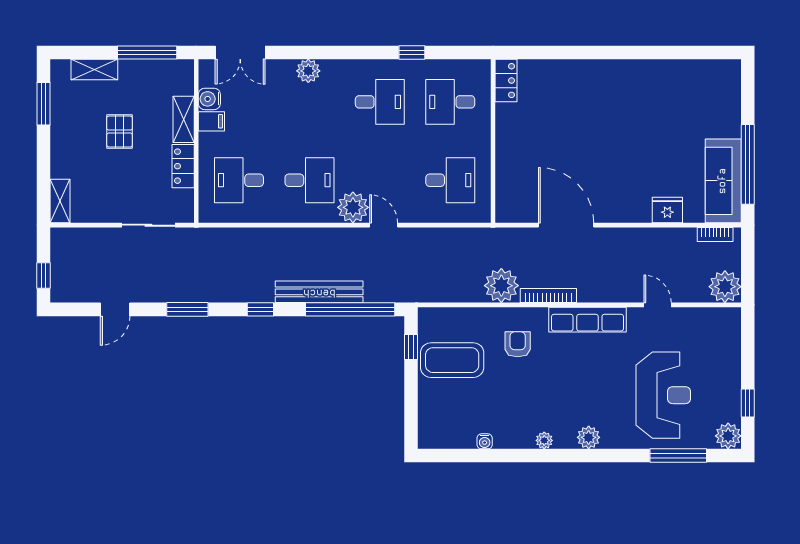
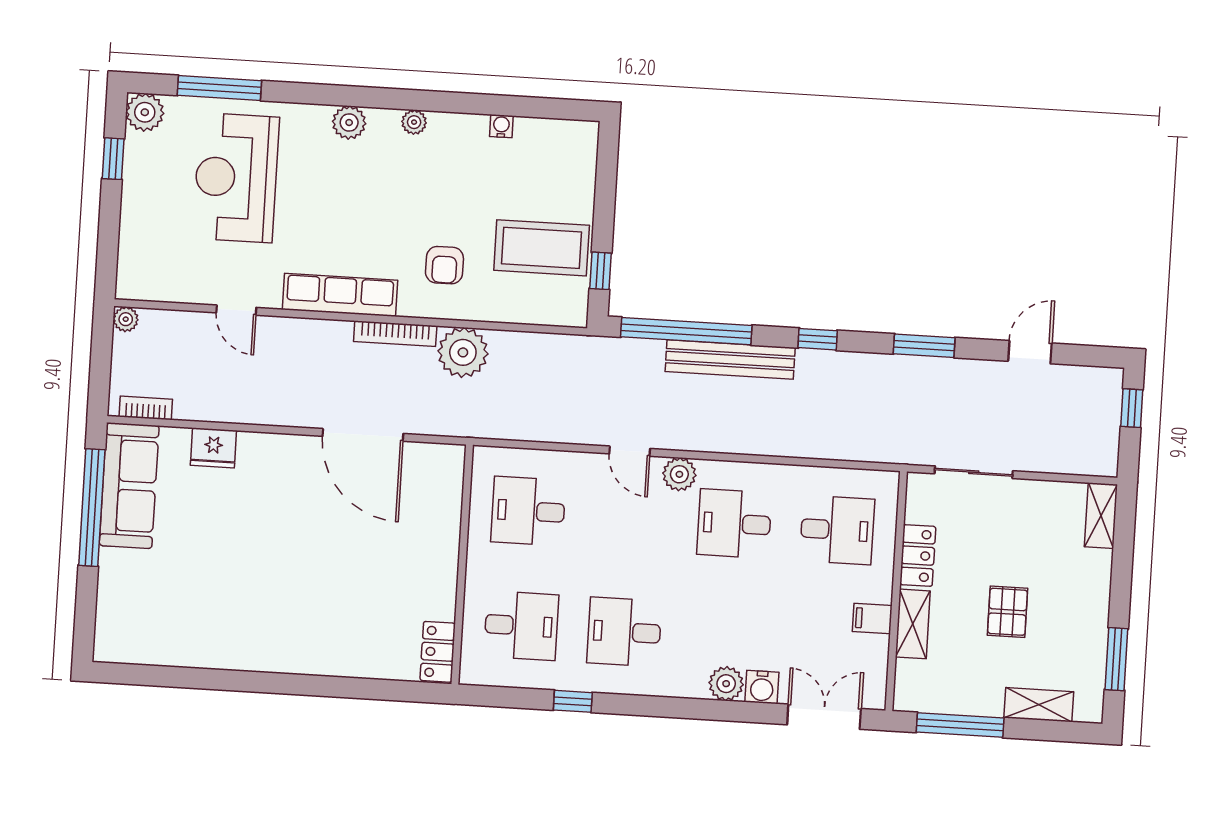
water cooler: (209, 99) -> (762, 687), moved, turned 90
plant: (353, 207) -> (679, 474), width x0.73, depth x0.73
plant: (725, 287) -> (126, 319), width x0.53, depth x0.53

